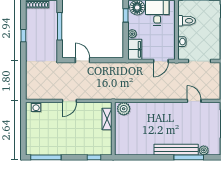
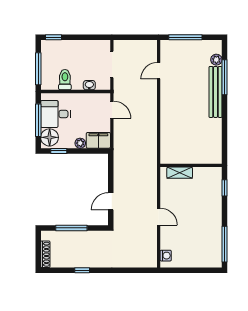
plant: (124, 109) -> (168, 153), removed

